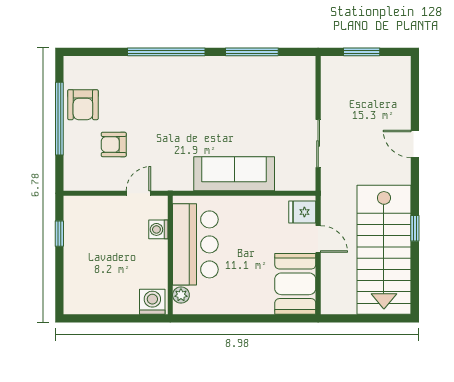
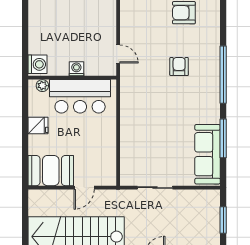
armchair: (114, 144) -> (179, 67), moved
sofa: (234, 174) -> (208, 154), moved, turned 180
fridge: (302, 212) -> (38, 126), moved, turned 90
washing machine: (158, 229) -> (76, 69), moved

